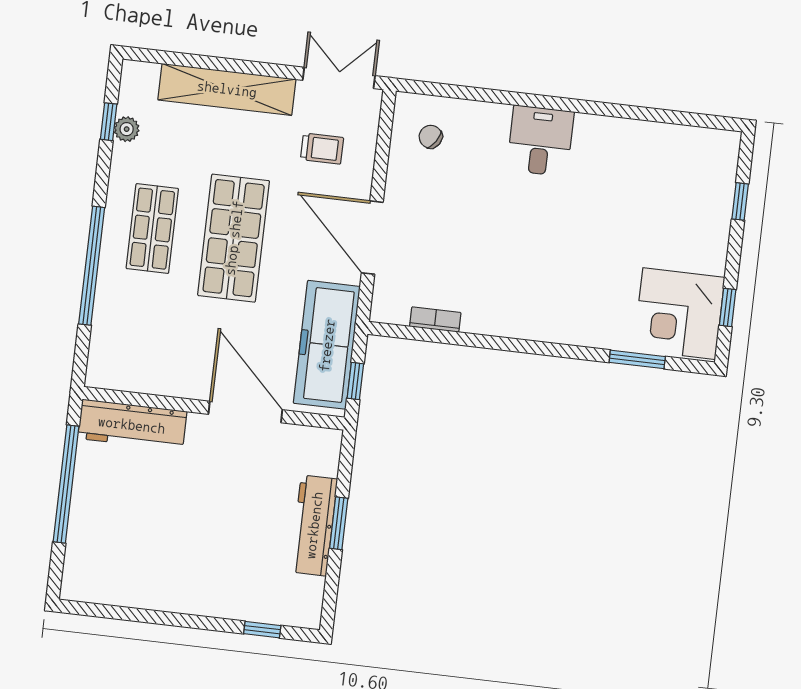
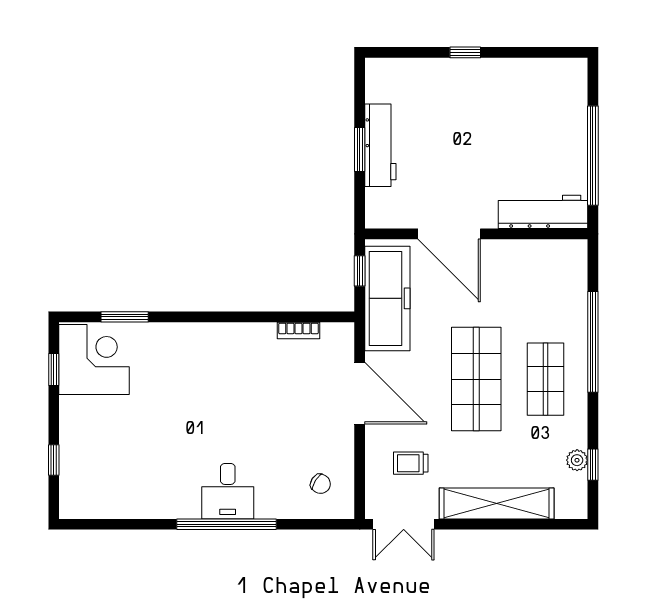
window: (546, 102) -> (227, 524), added
window: (262, 630) -> (465, 52), moved

